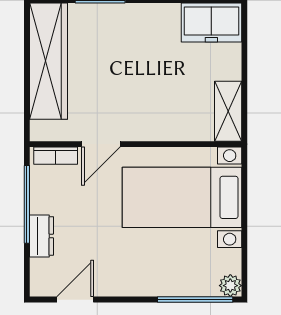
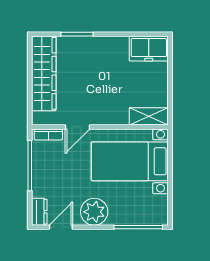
shelving: (228, 111) -> (149, 116), moved, turned 90
dresser: (42, 236) -> (39, 212), moved
plant: (230, 286) -> (94, 212), moved, width x1.87, depth x1.87

